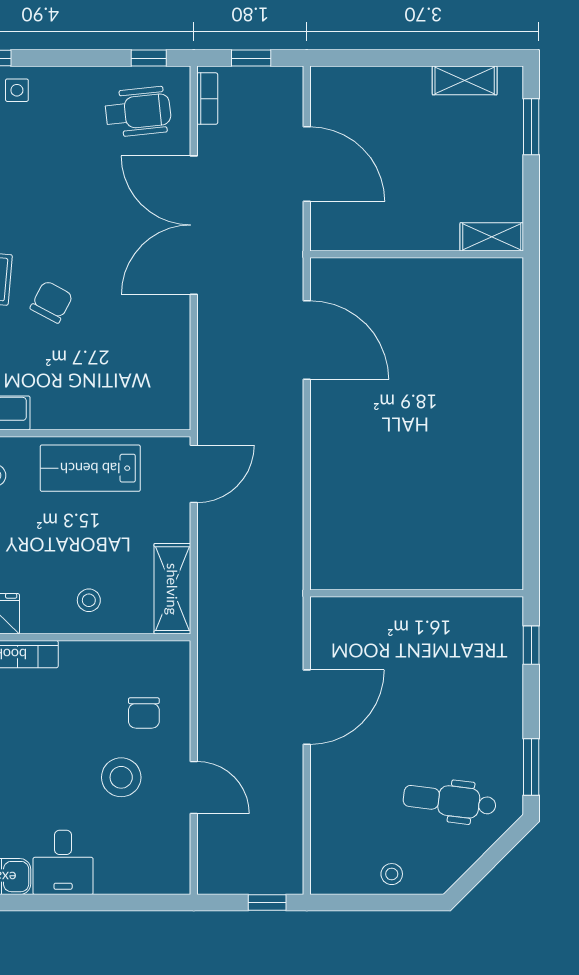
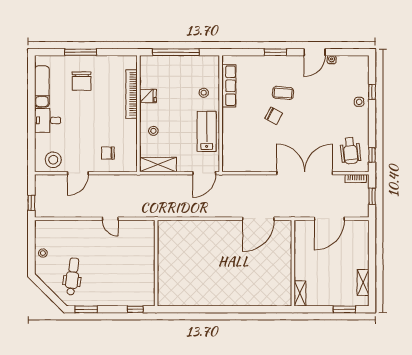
door: (194, 474) -> (204, 173), hinge flipped
door: (307, 707) -> (110, 219), width x0.53
stool: (121, 777) -> (53, 160), moved

